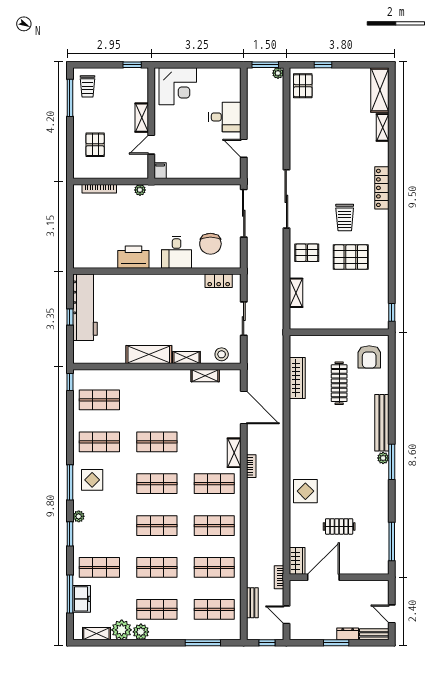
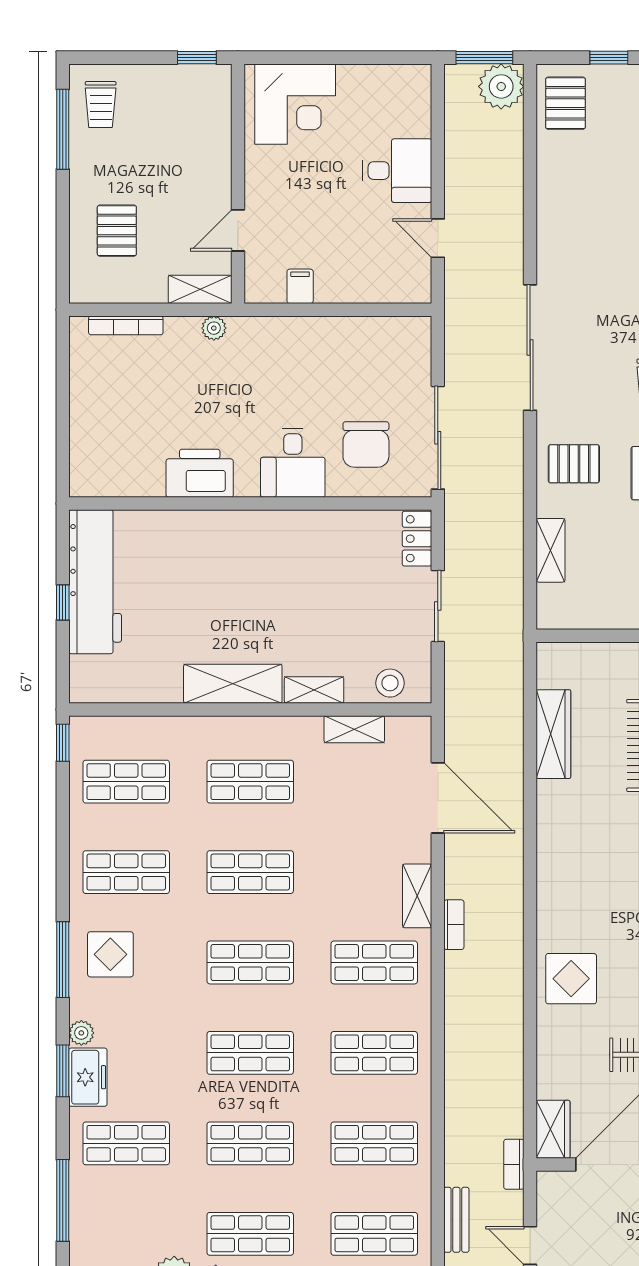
plant: (278, 73) -> (501, 86), width x1.88, depth x1.88
shelving: (142, 118) -> (200, 289), moved, turned 90
filing cabinet: (160, 171) -> (300, 286), moved
sliding door: (244, 213) -> (438, 438), moved
locker: (219, 281) -> (417, 539), moved, turned 90
shop shelf: (157, 400) -> (250, 782), added
freezer: (82, 599) -> (88, 1077), moved

